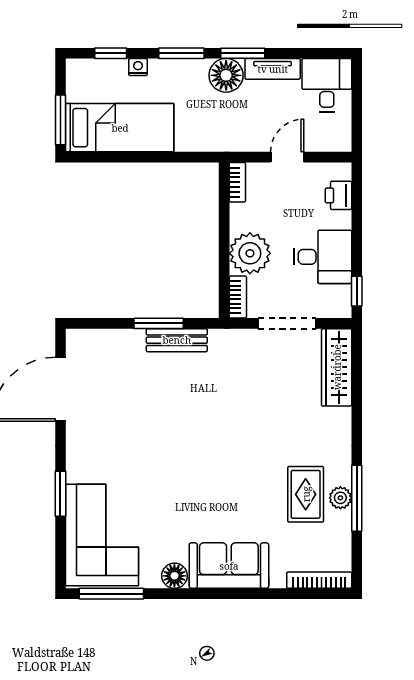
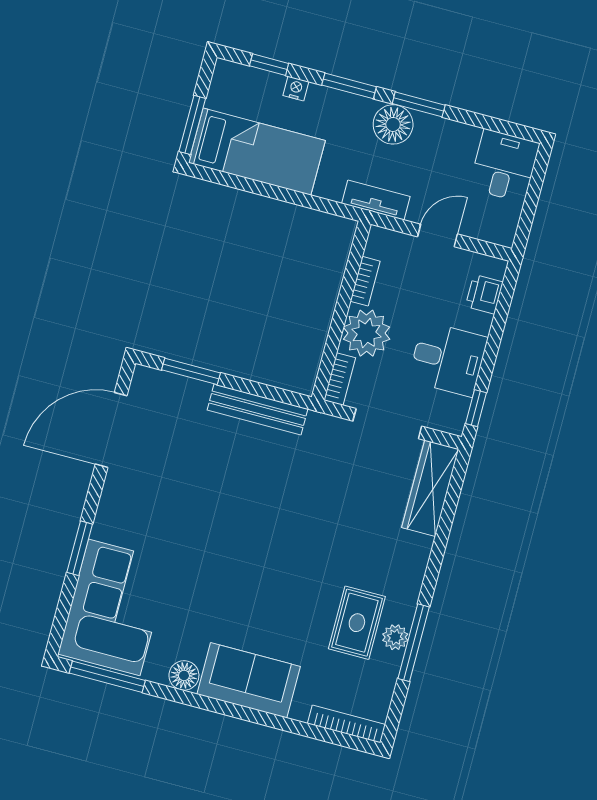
tv unit: (273, 69) -> (376, 200), moved, turned 180
bookcase: (237, 182) -> (365, 281), moved
window: (159, 323) -> (191, 371), moved
bench: (177, 340) -> (258, 409), width x1.36

